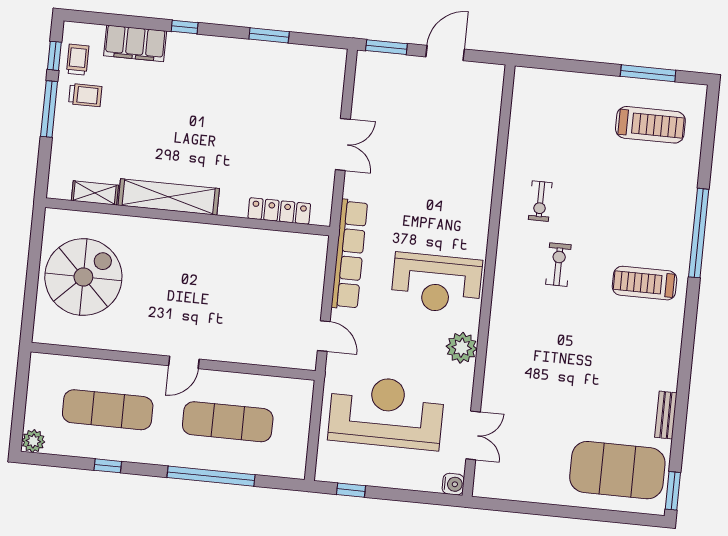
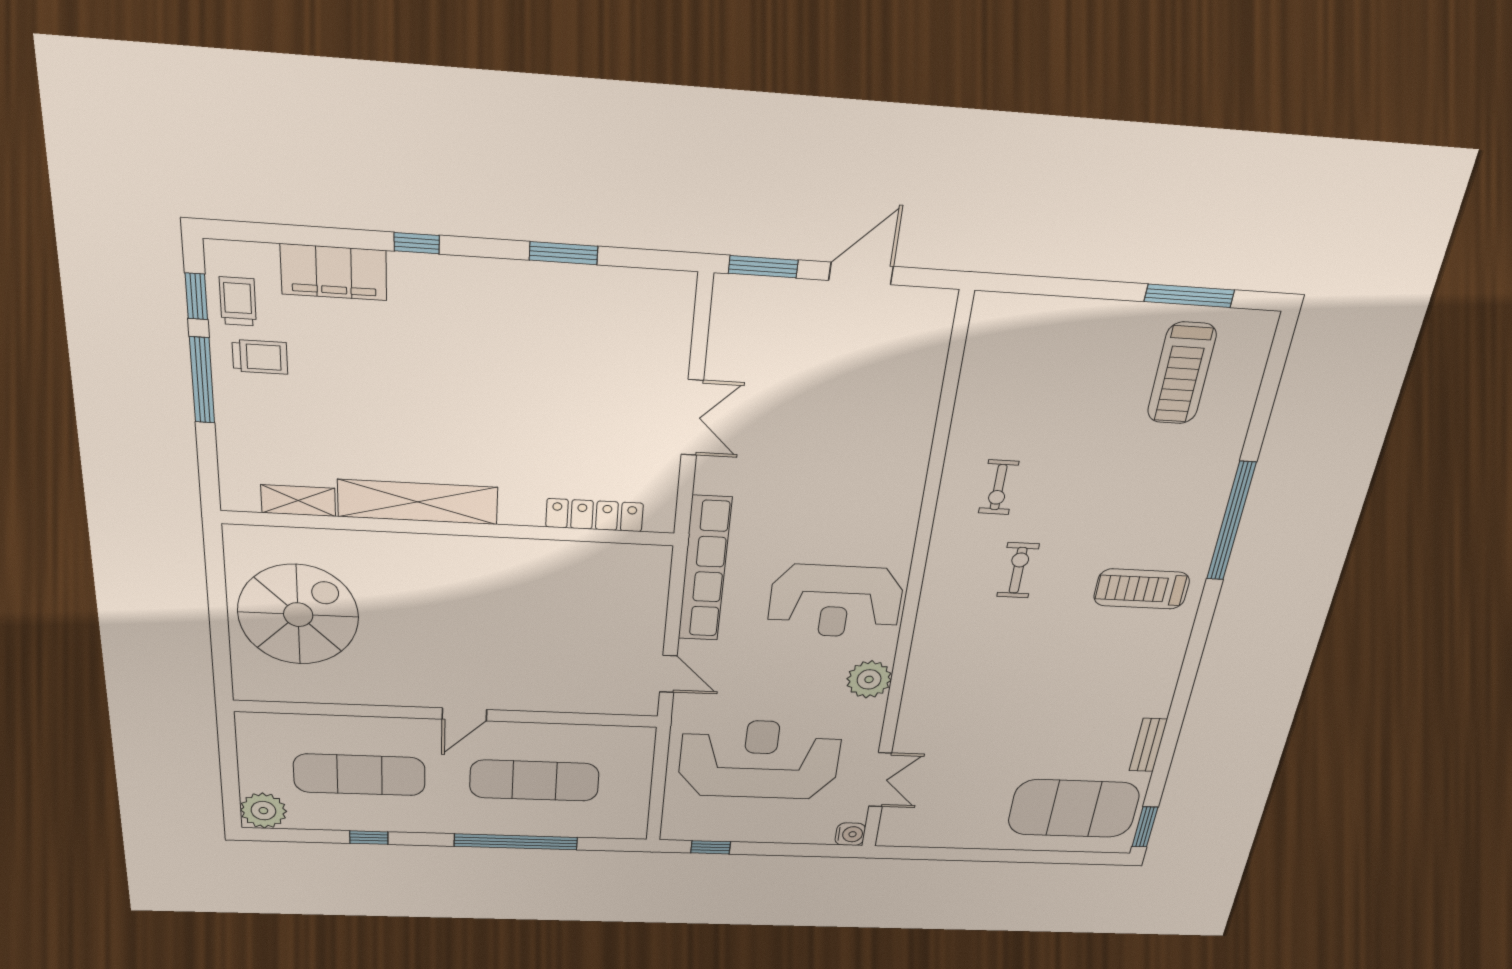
treadmill: (650, 125) -> (1182, 373), turned 90
plant: (33, 441) -> (263, 811), width x1.36, depth x1.36

